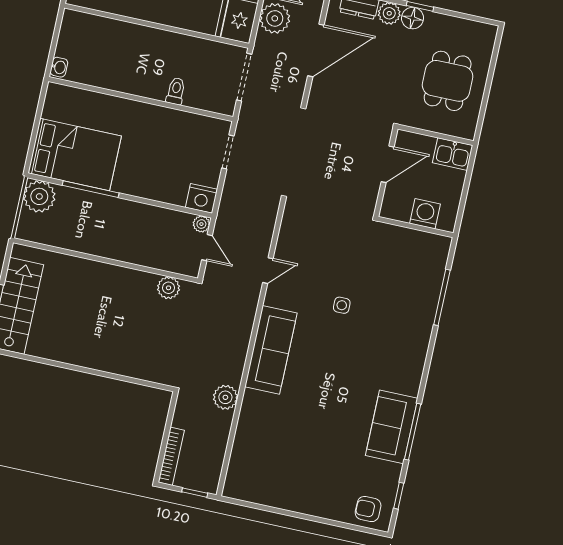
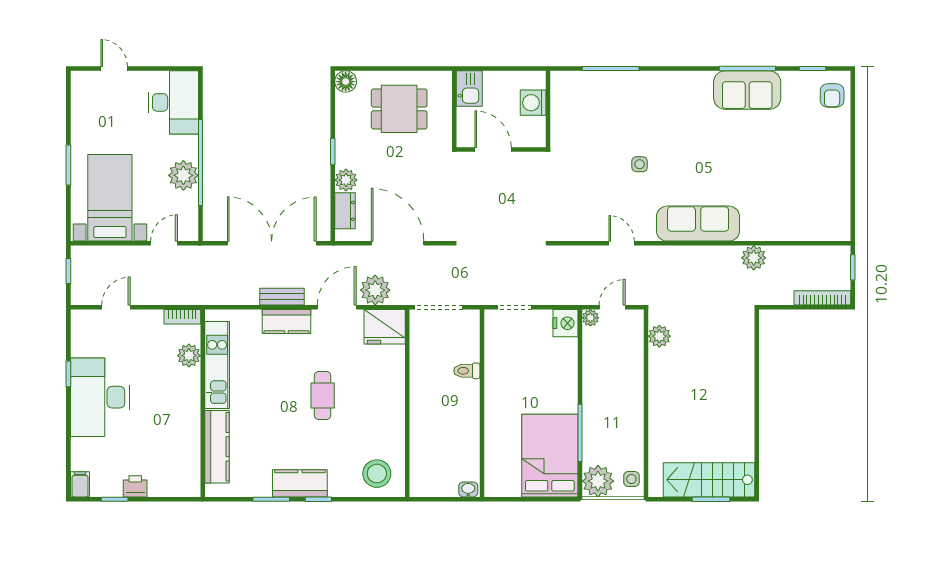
floor lamp: (413, 18) -> (346, 82), moved
side table: (34, 230) -> (631, 479), added

